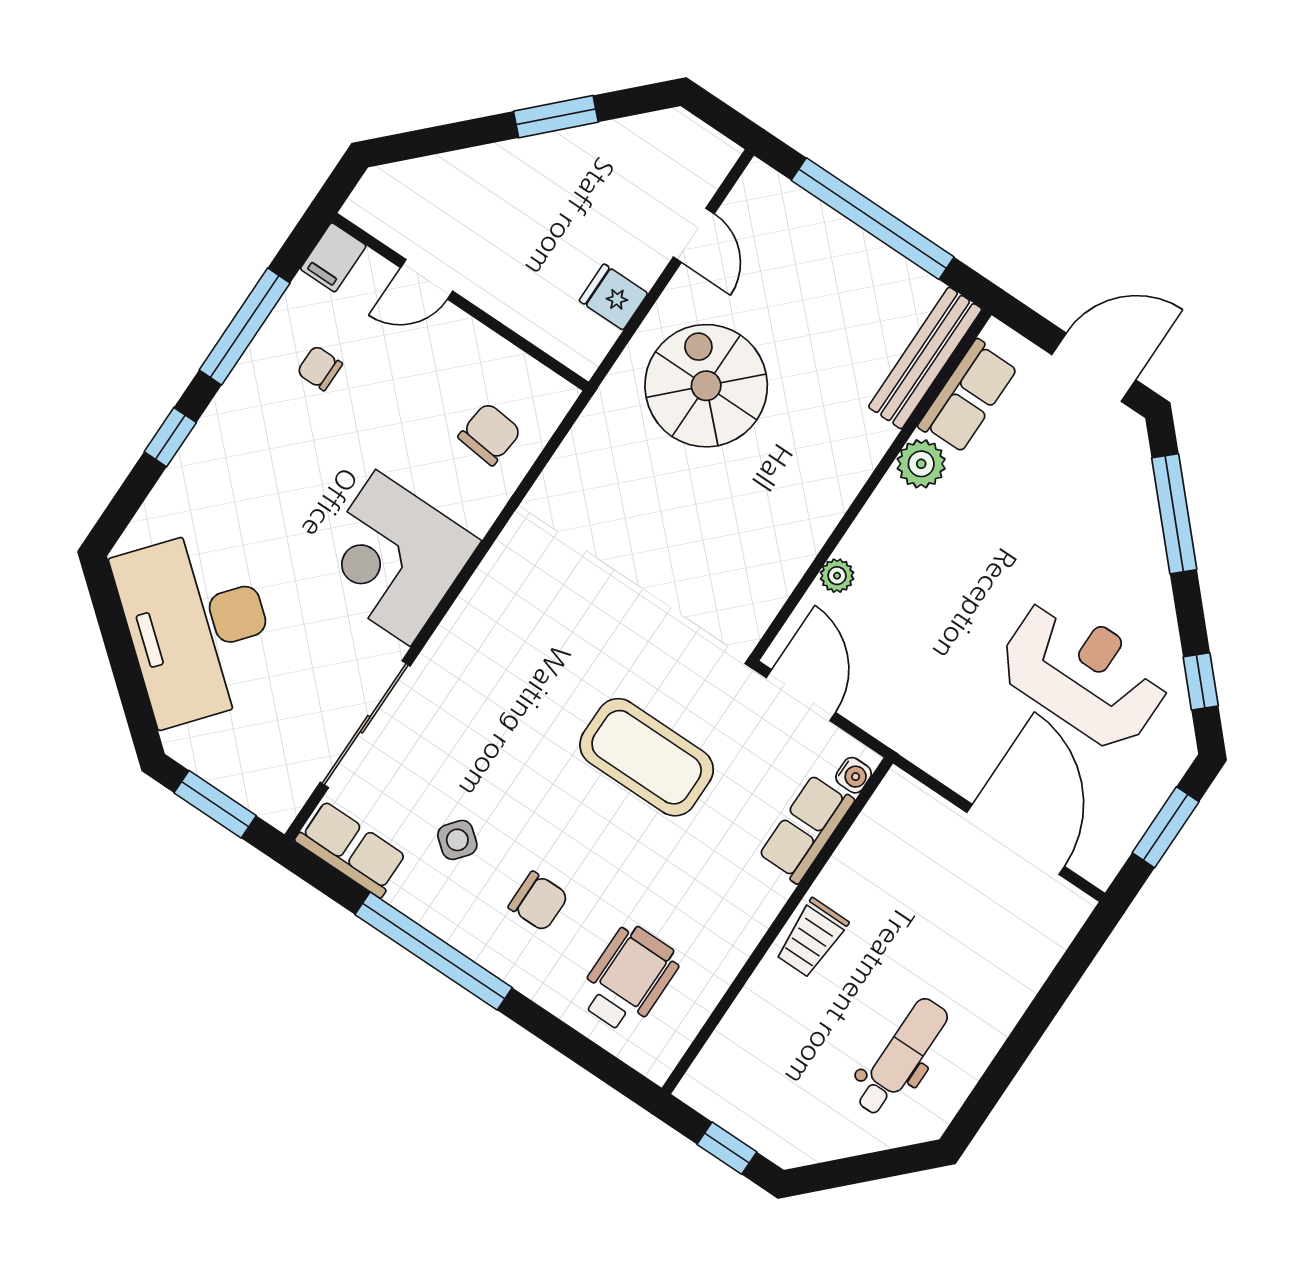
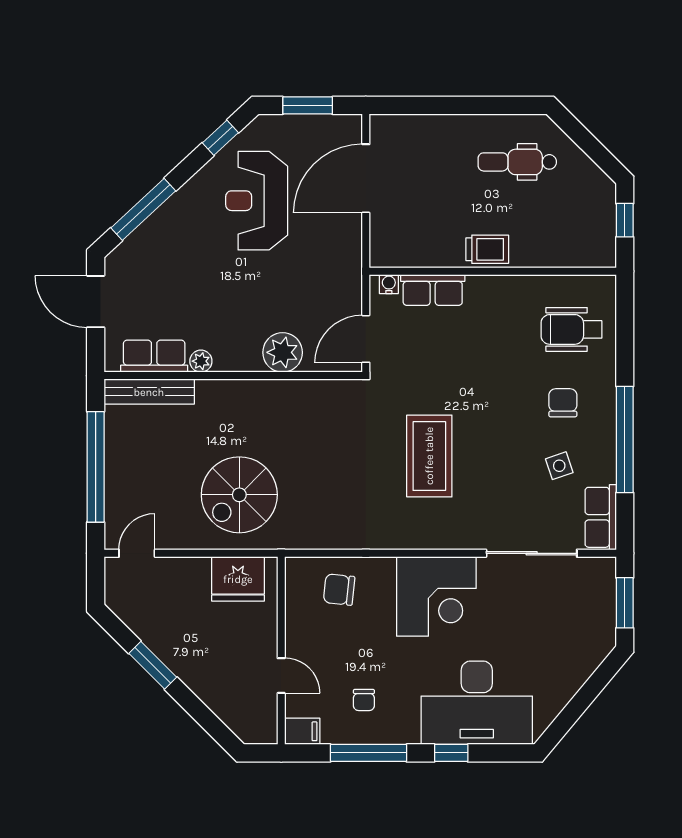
door: (694, 235) -> (137, 553), moved
fridge: (613, 297) -> (238, 579), width x1.88, depth x1.34
plant: (921, 464) -> (201, 361), width x0.73, depth x0.73
plant: (837, 576) -> (283, 352), width x1.88, depth x1.88
desk: (198, 626) -> (477, 703), moved, turned 50
coffee table: (647, 757) -> (429, 456), moved
side table: (457, 840) -> (559, 466), turned 32

